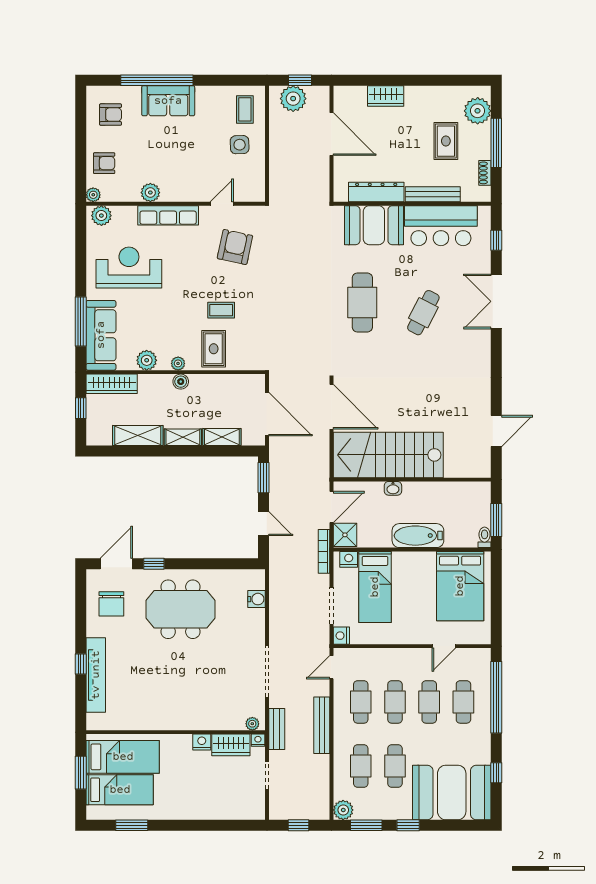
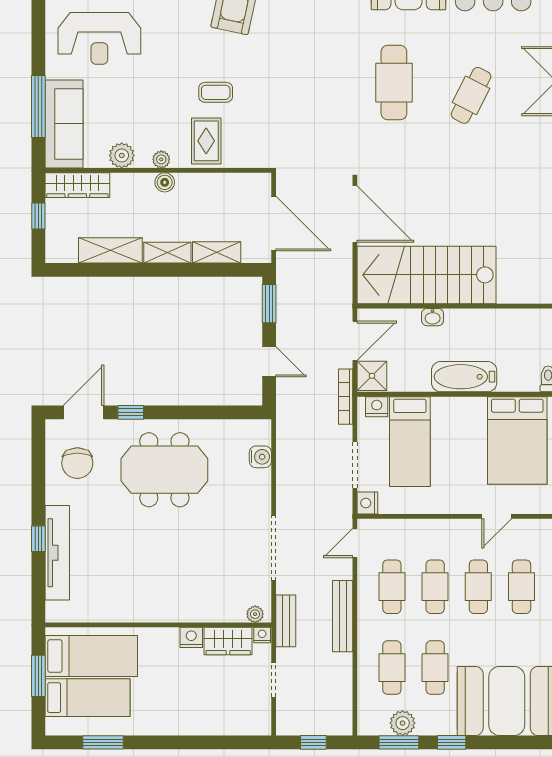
reception desk: (129, 268) -> (99, 38), turned 180
plant: (343, 810) -> (403, 723), moved

